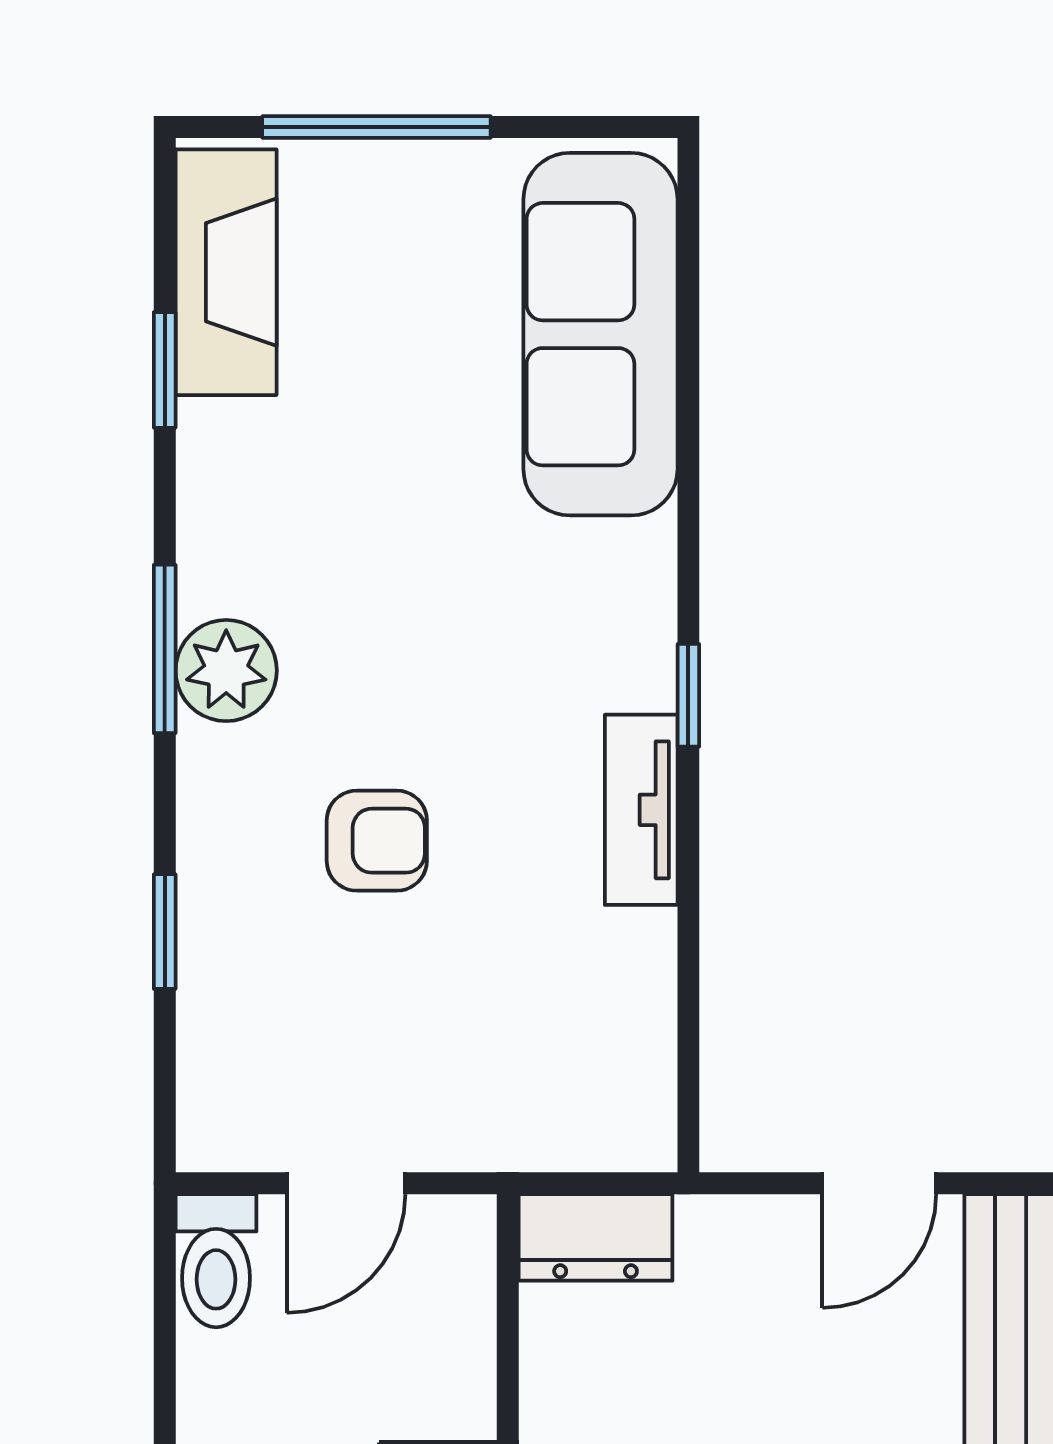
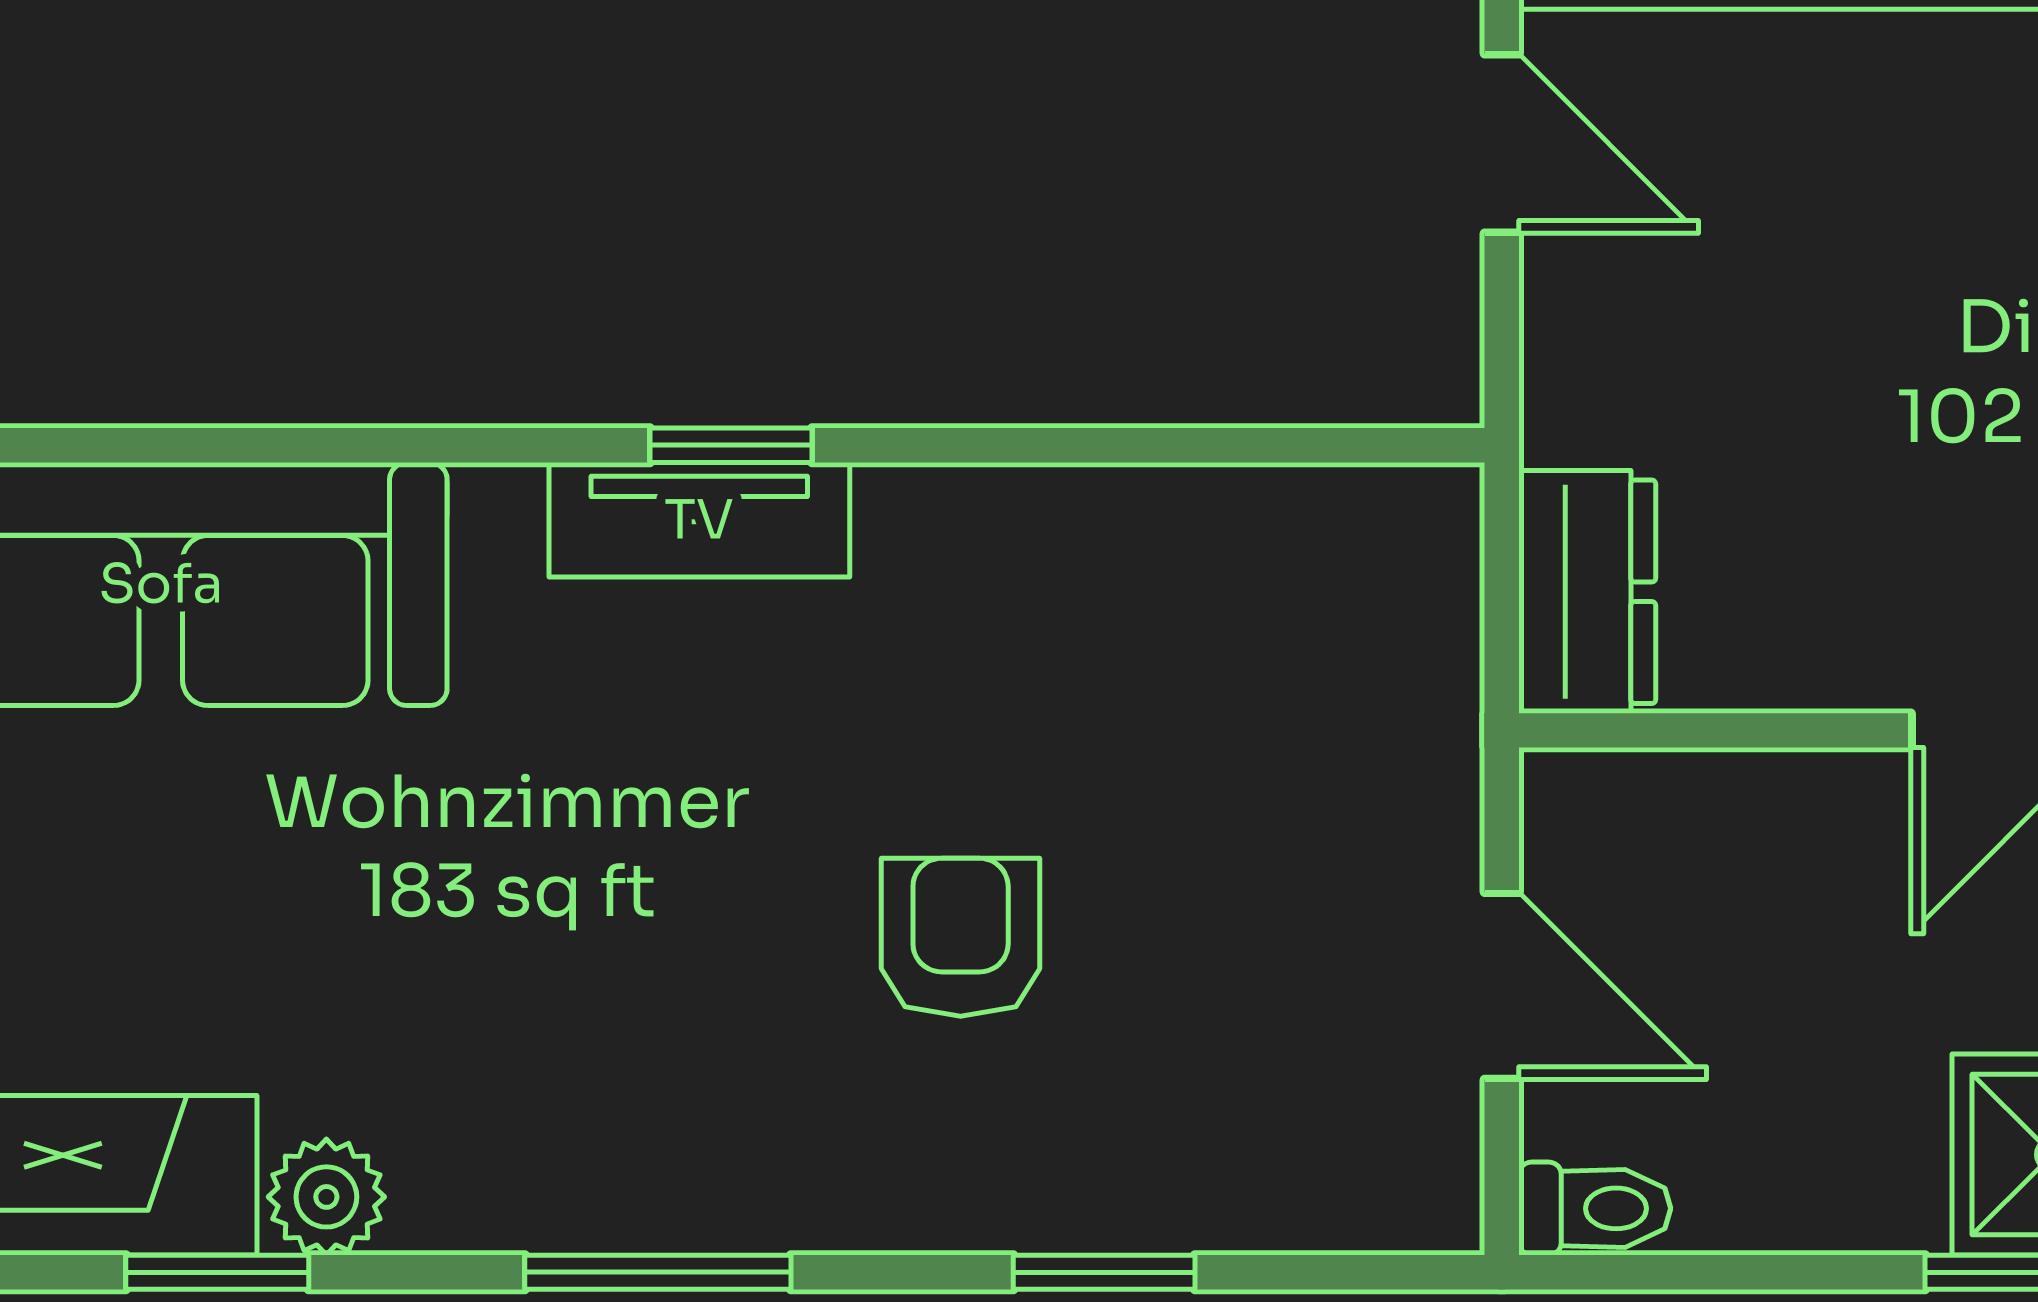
plant: (226, 671) -> (326, 1197), moved, width x0.73, depth x0.73
tv unit: (641, 810) -> (699, 520), moved
toilet: (216, 1261) -> (1595, 1208), width x0.73, depth x0.72

